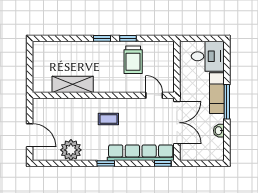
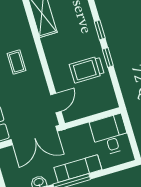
desk: (208, 56) -> (110, 135), moved, turned 180

